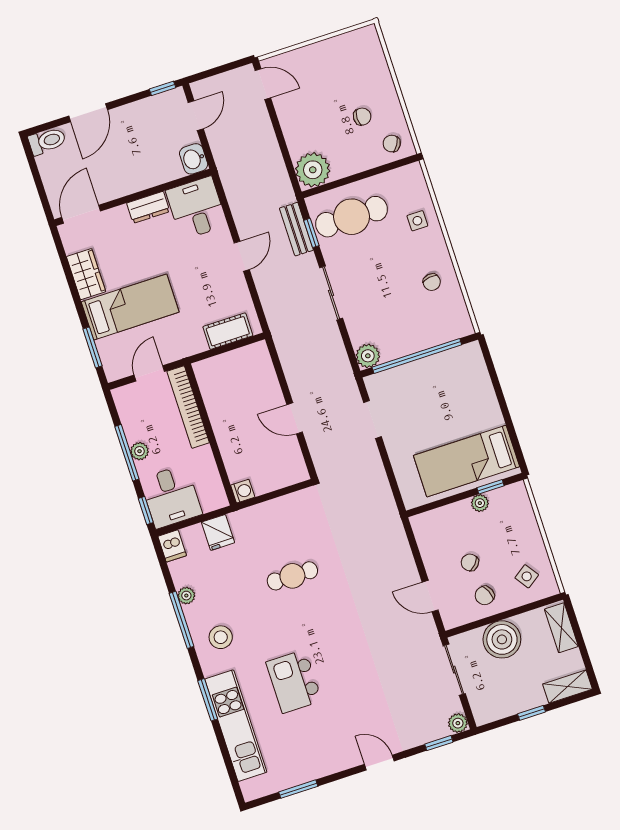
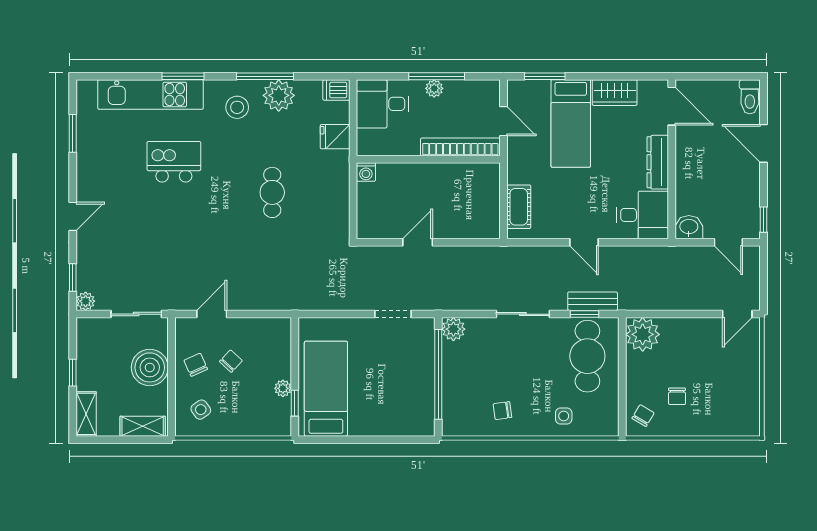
dresser: (148, 207) -> (658, 162), width x1.44
window: (146, 510) -> (377, 76), removed
plant: (186, 596) -> (279, 95), width x1.88, depth x1.88

